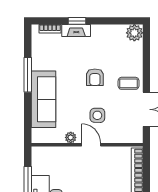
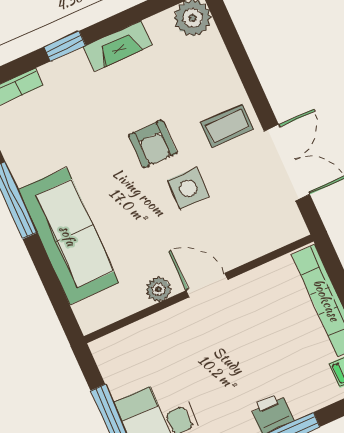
fireplace: (76, 31) -> (118, 46), moved
side table: (97, 115) -> (188, 188), moved

